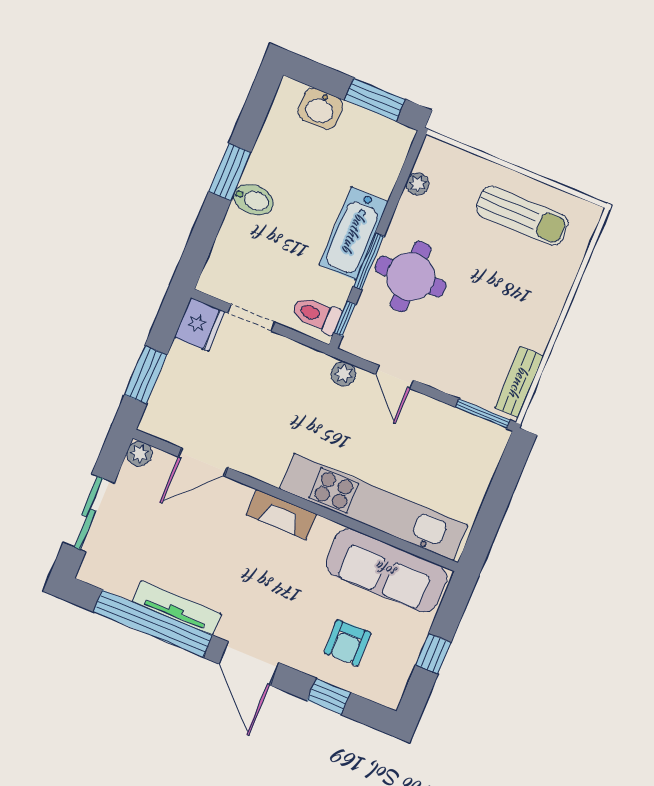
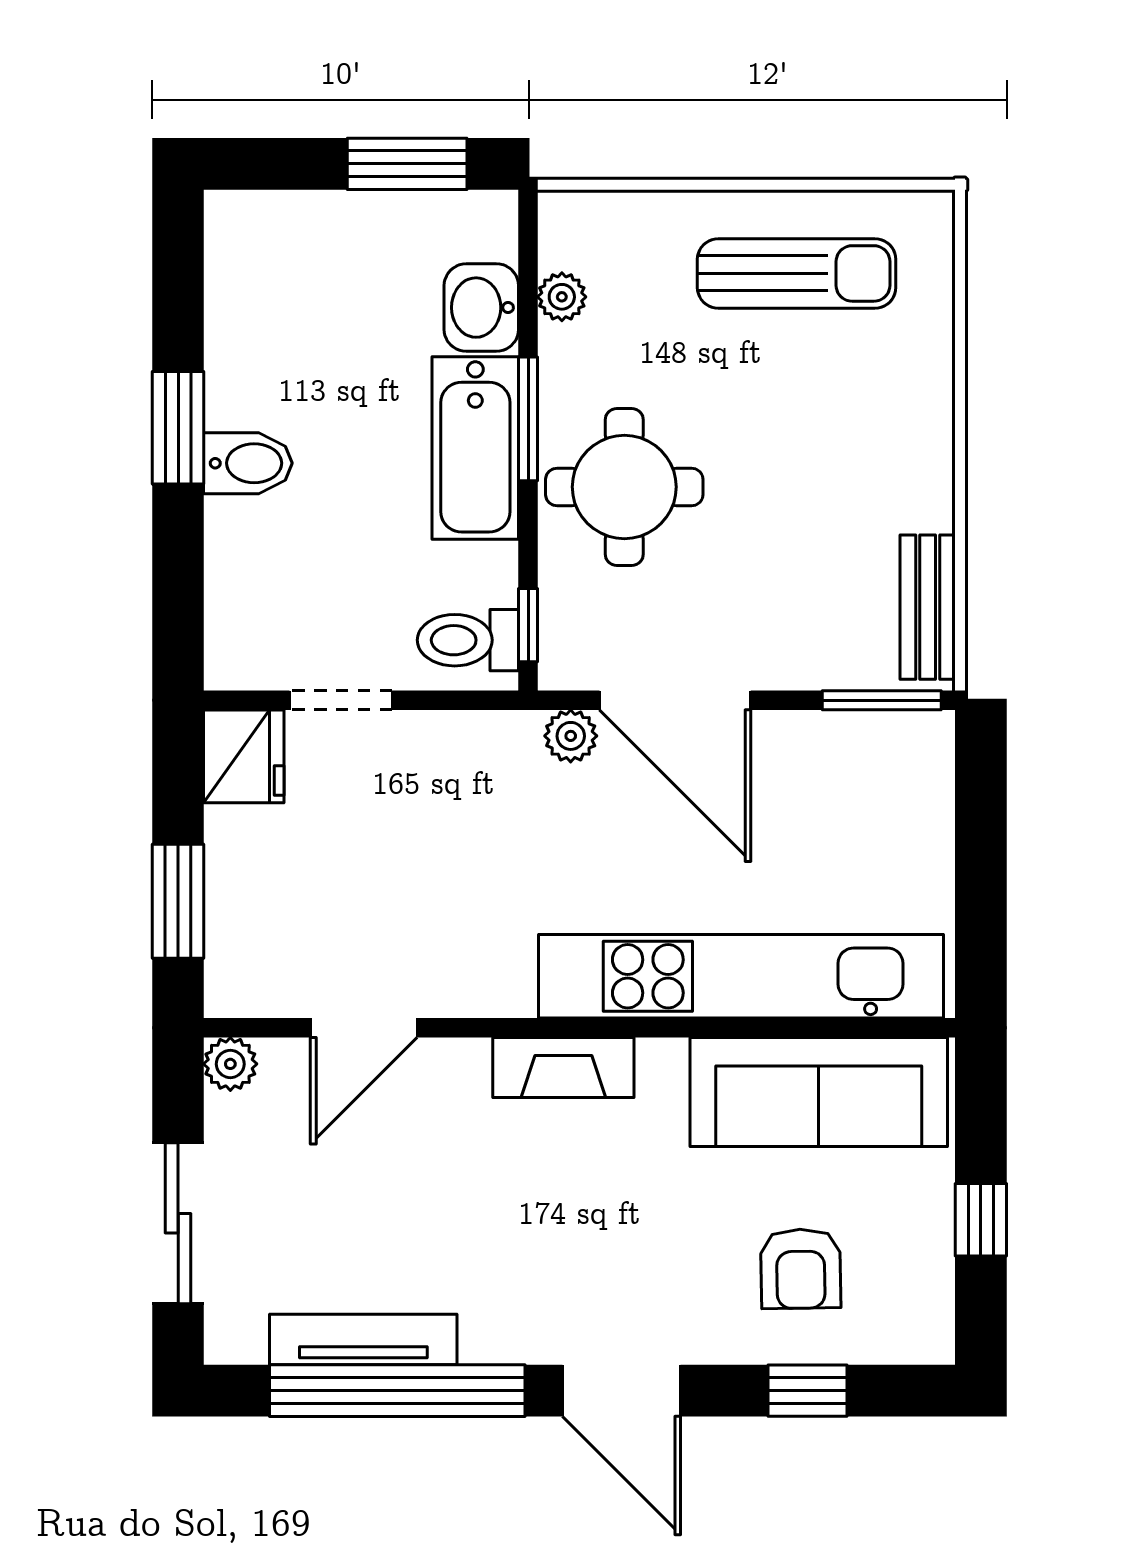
washbasin: (320, 109) -> (481, 308), moved, turned 90
window: (369, 261) -> (528, 419), moved
door: (394, 377) -> (675, 700), width x1.87
tv unit: (177, 608) -> (363, 1340), moved

